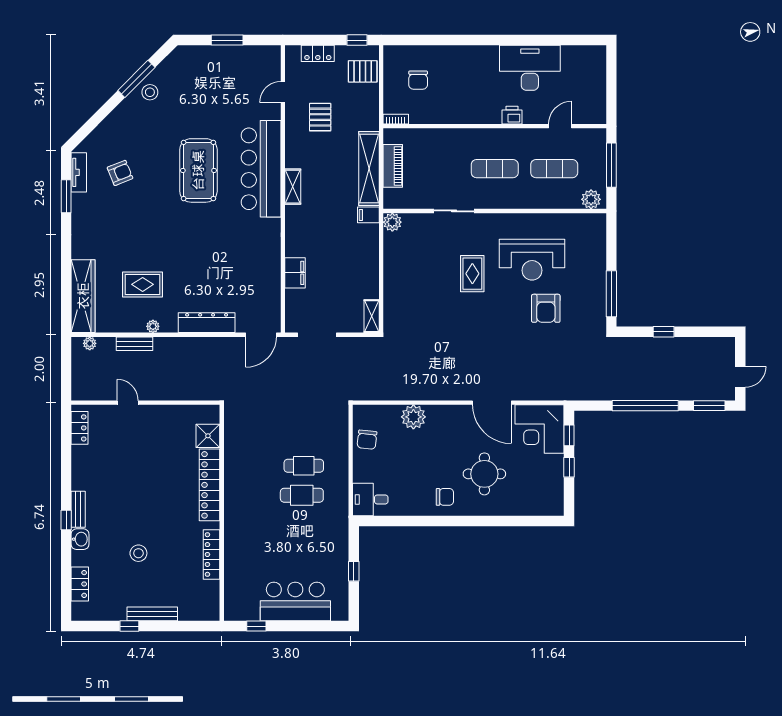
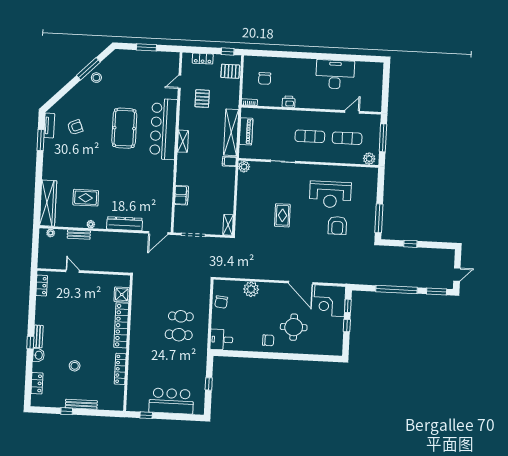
printer: (512, 115) -> (289, 102), moved
rug: (472, 274) -> (282, 215), moved

